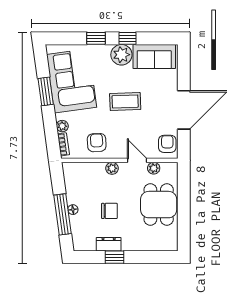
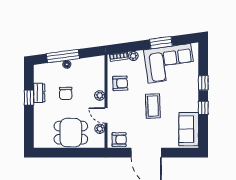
plant: (121, 55) -> (190, 103), removed
door: (137, 160) -> (106, 115), swing flipped

